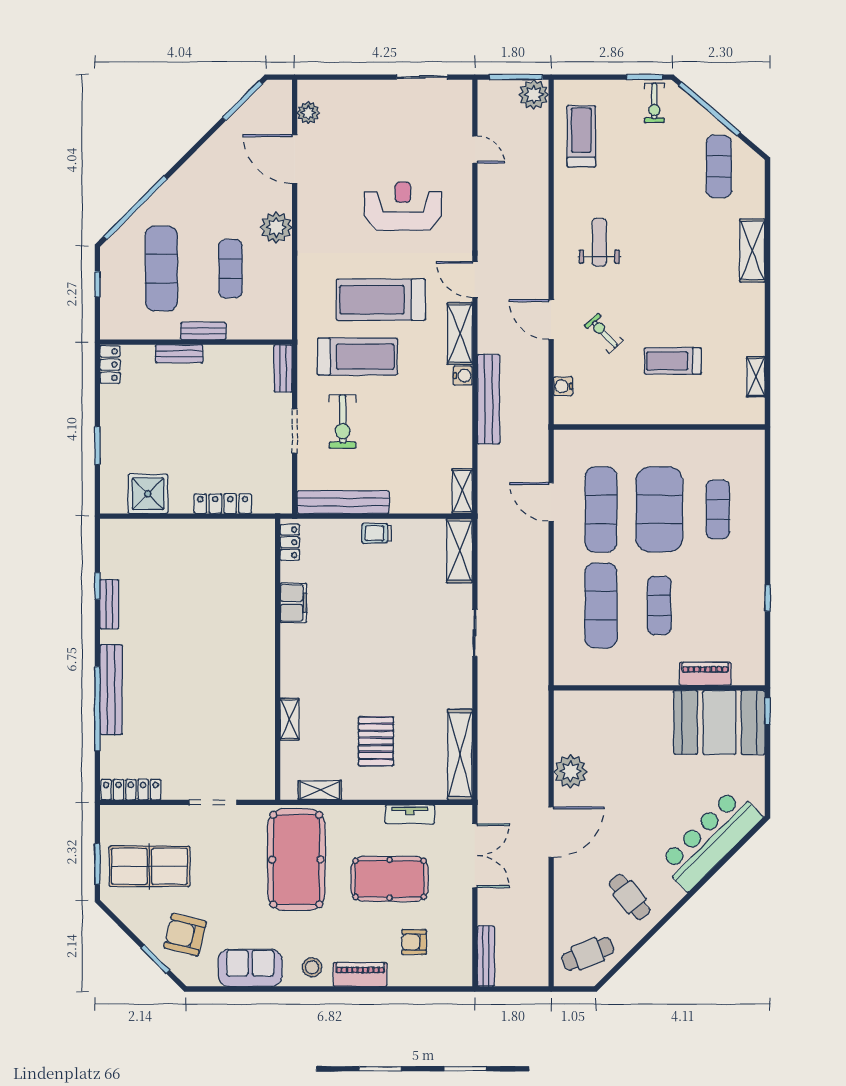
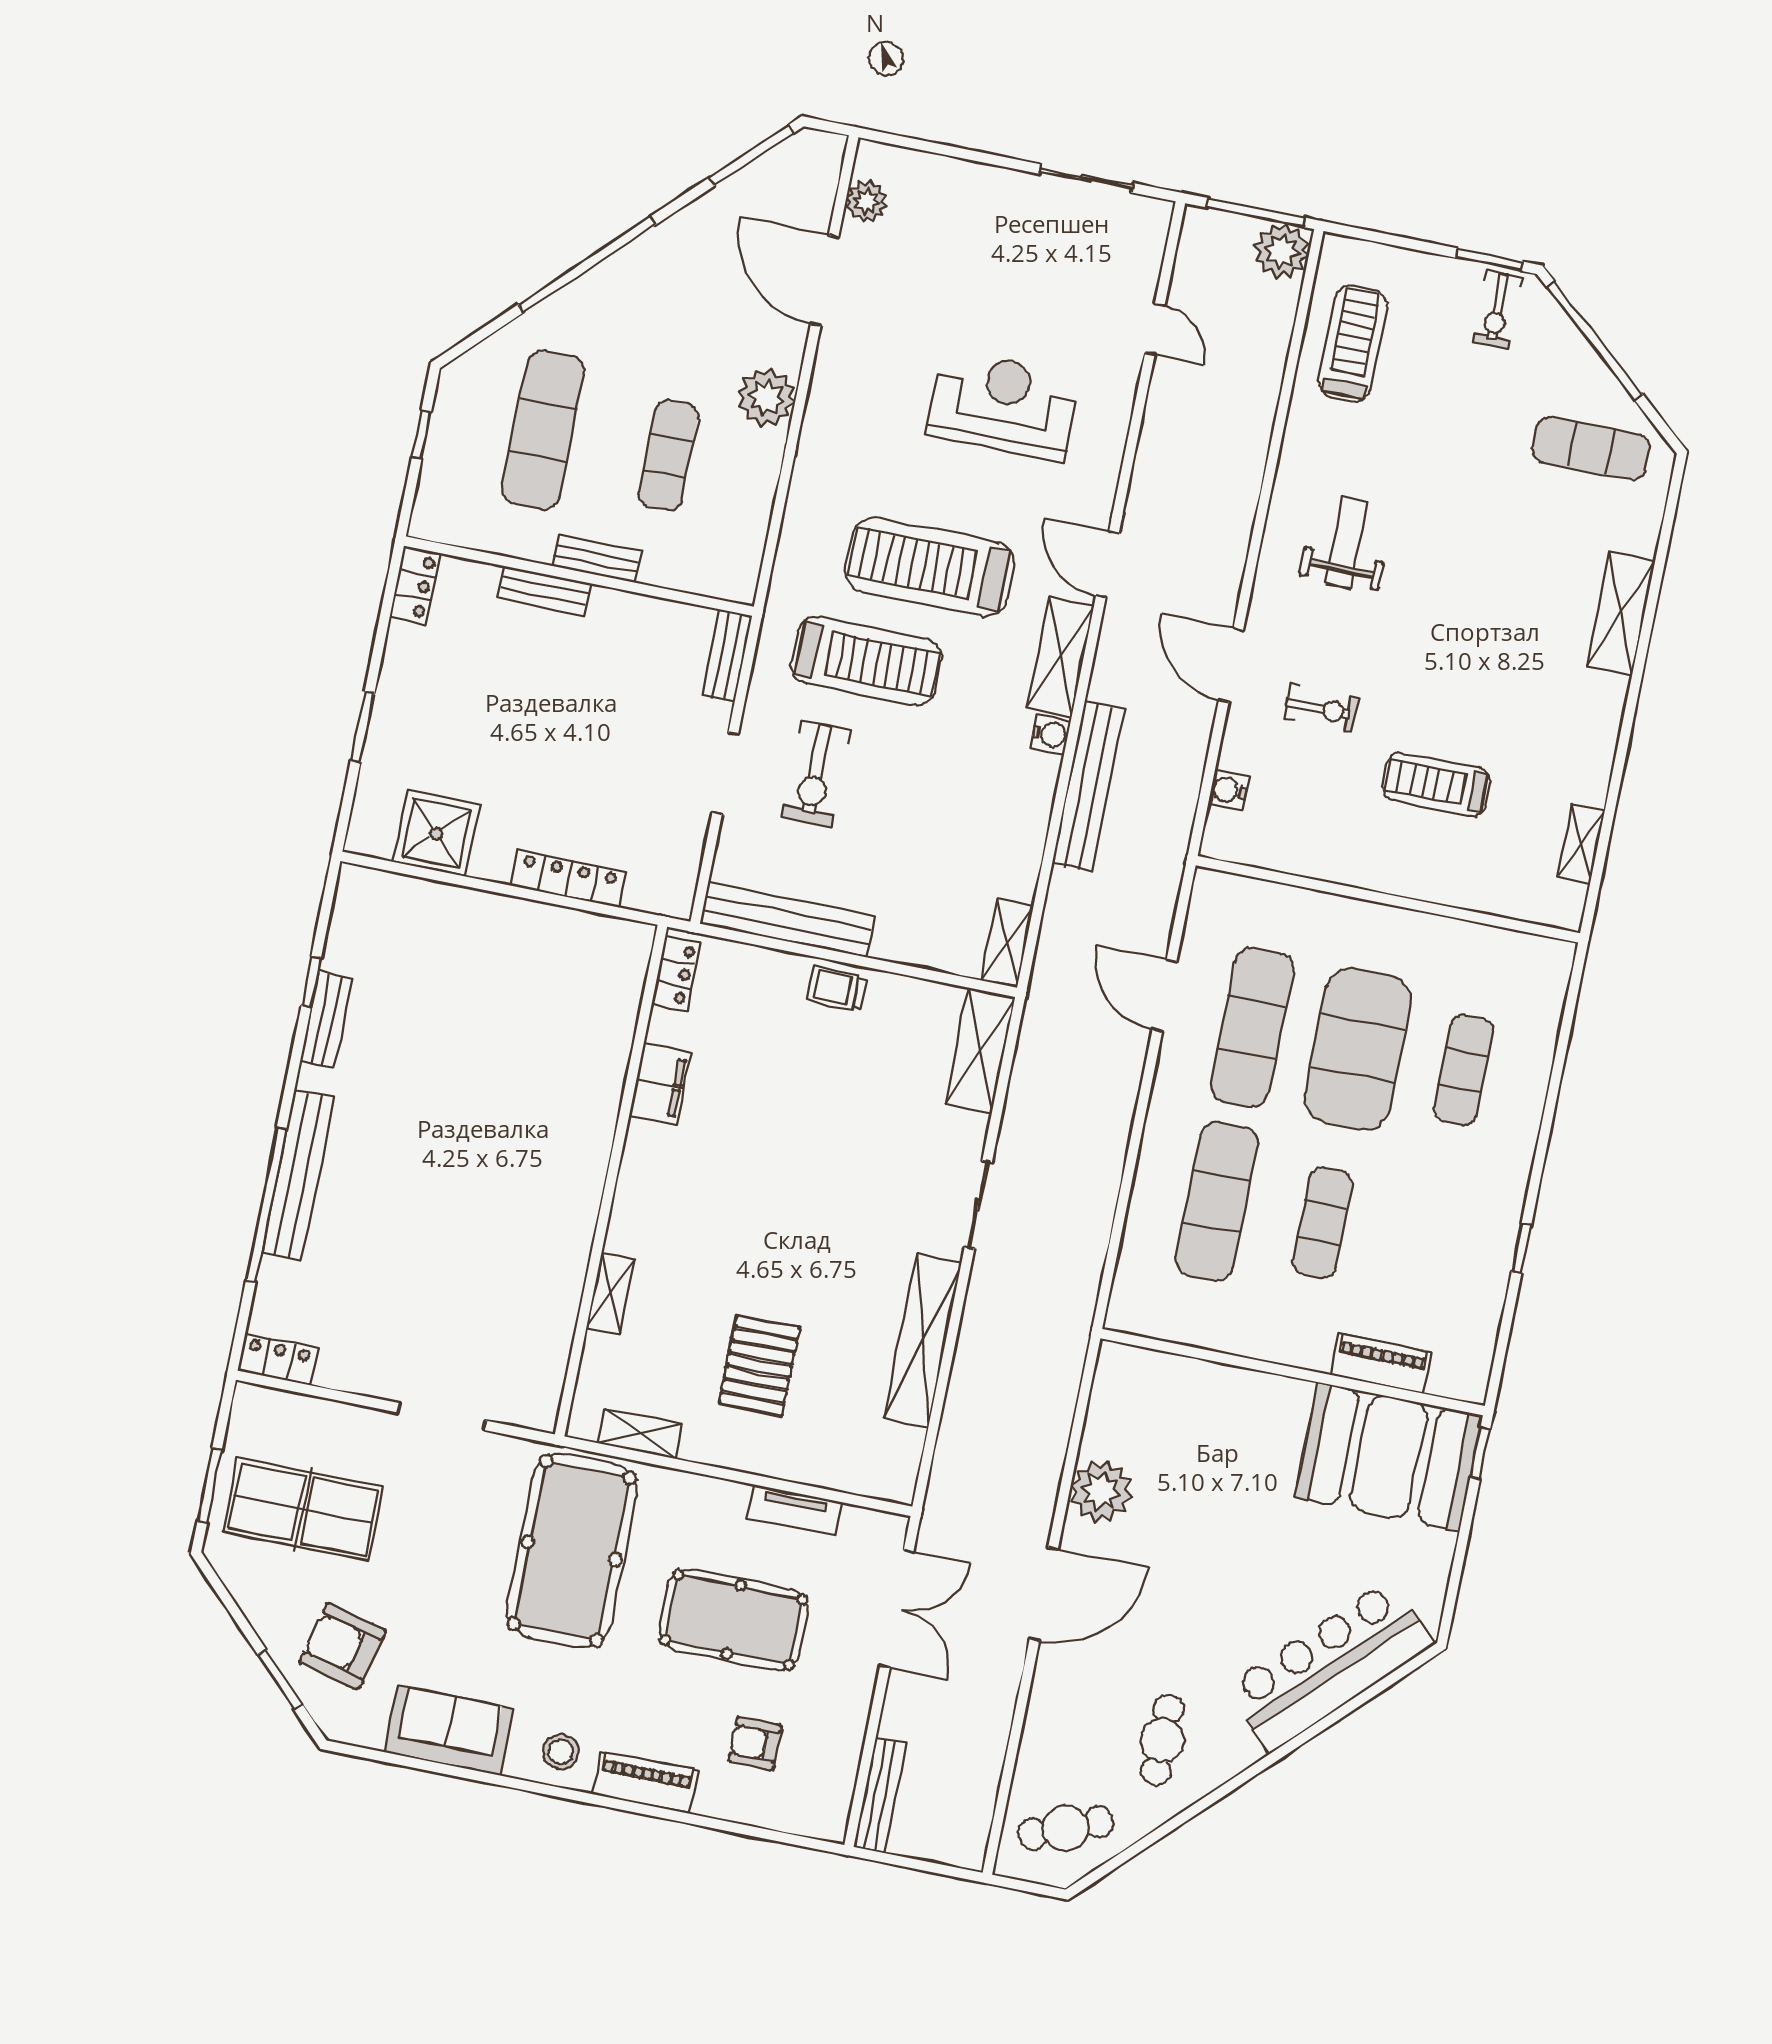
exercise mat: (719, 166) -> (1591, 449), turned 90
window: (135, 208) -> (587, 265), moved
exercise bike: (604, 333) -> (1321, 709), turned 132
shelving: (460, 755) -> (923, 1340), moved
locker: (131, 790) -> (278, 1359), width x0.66
cafe table: (630, 897) -> (1162, 1740), turned 39

